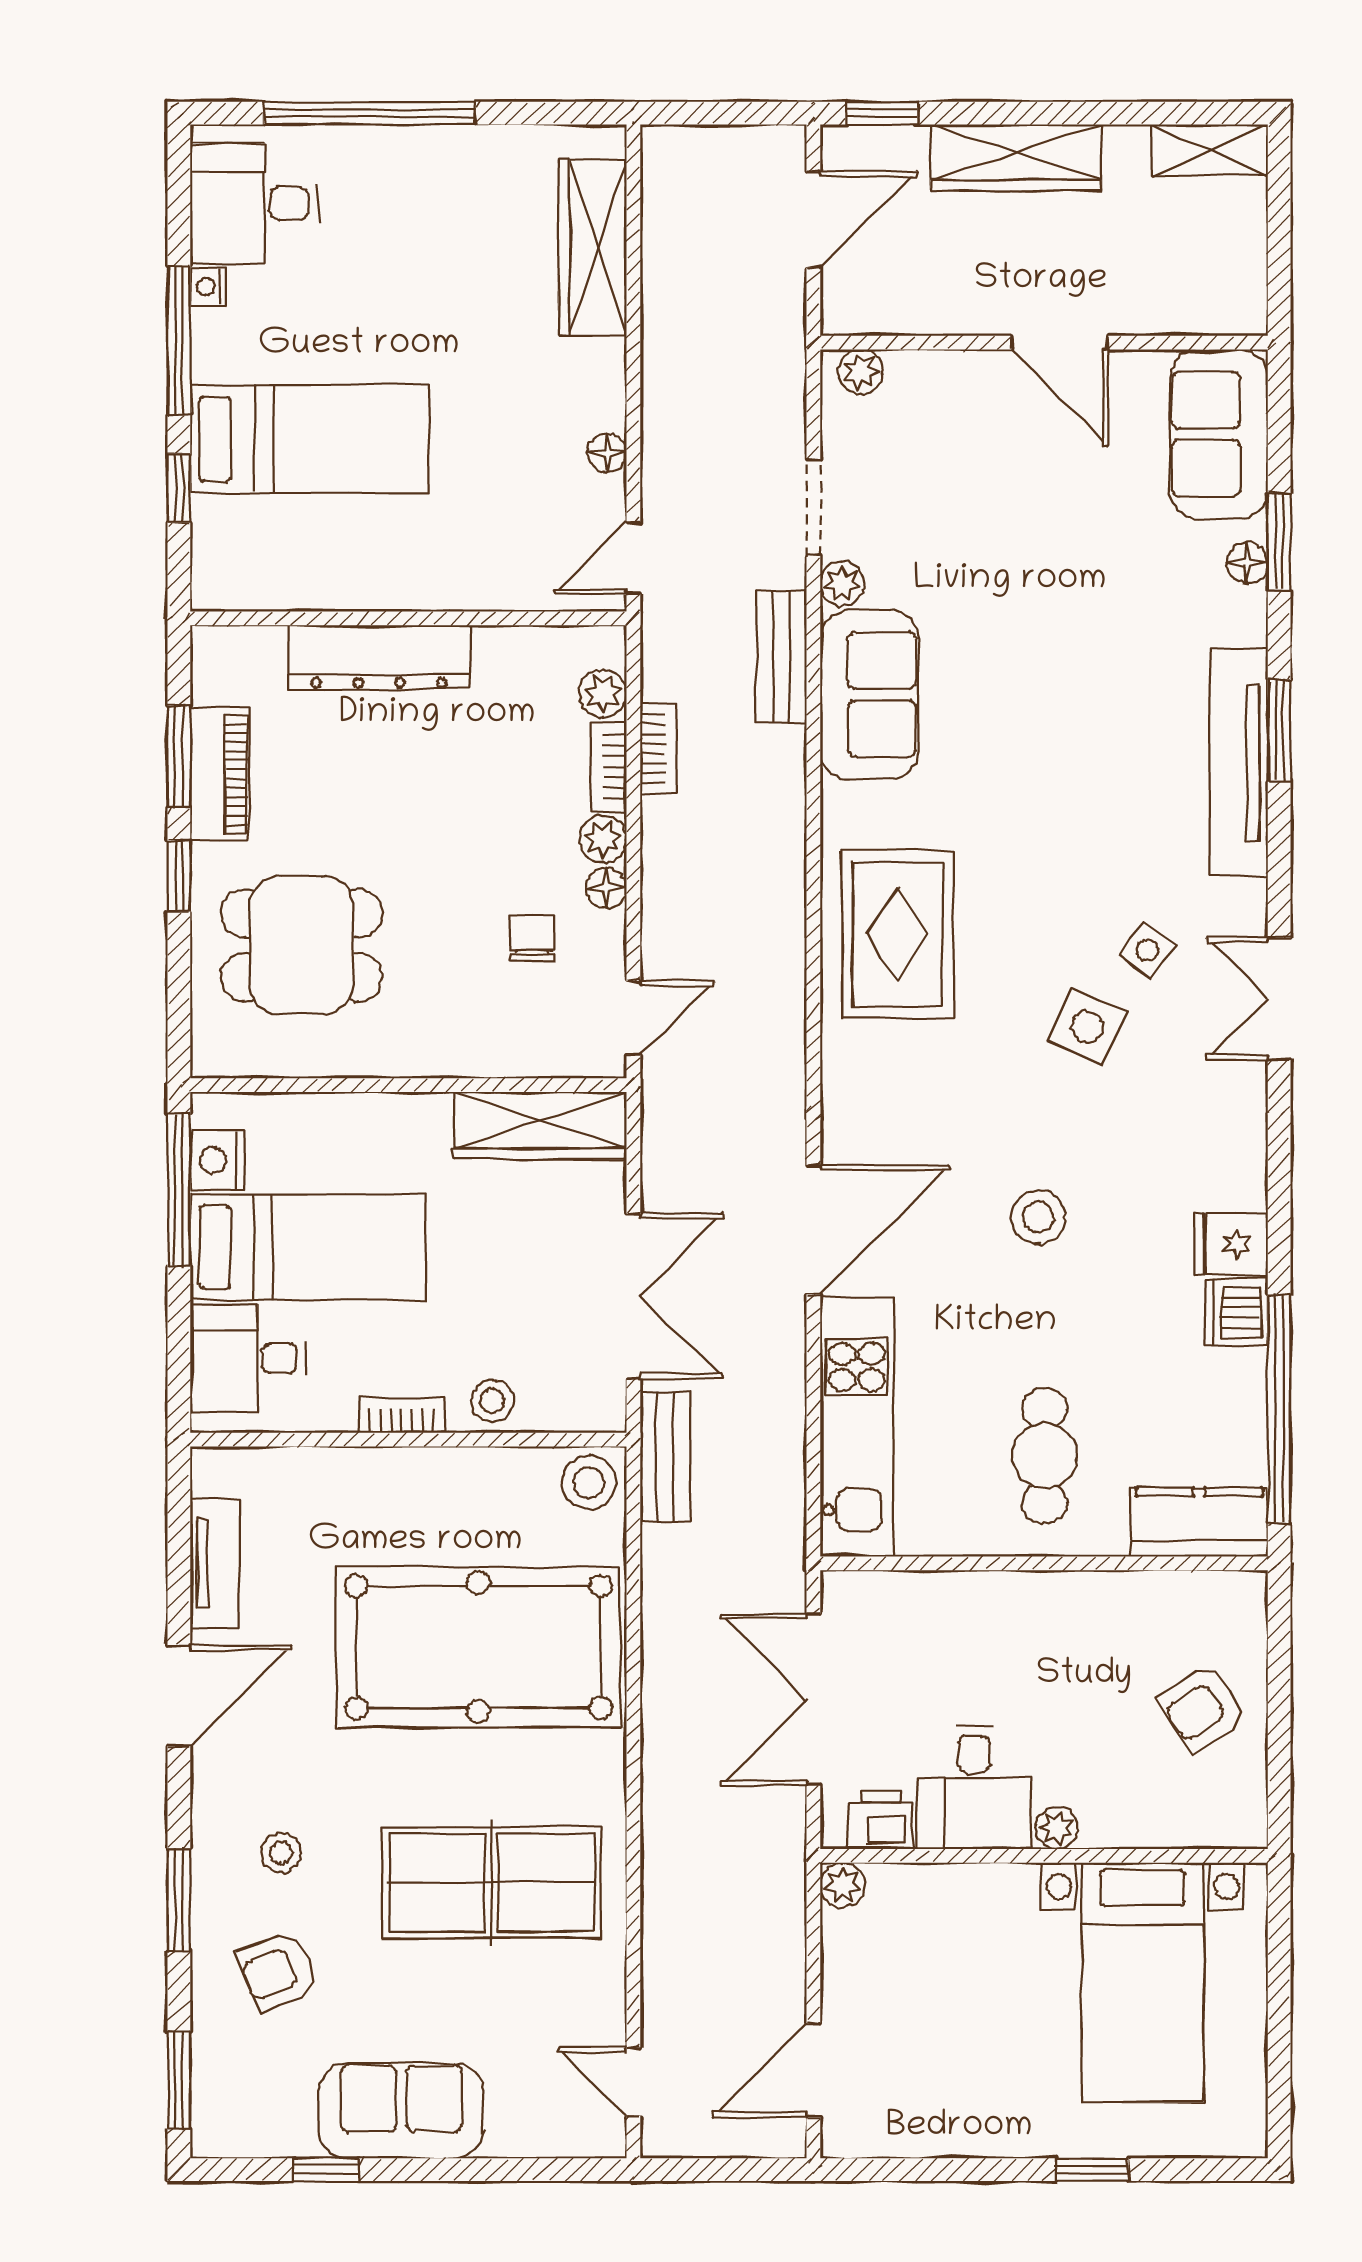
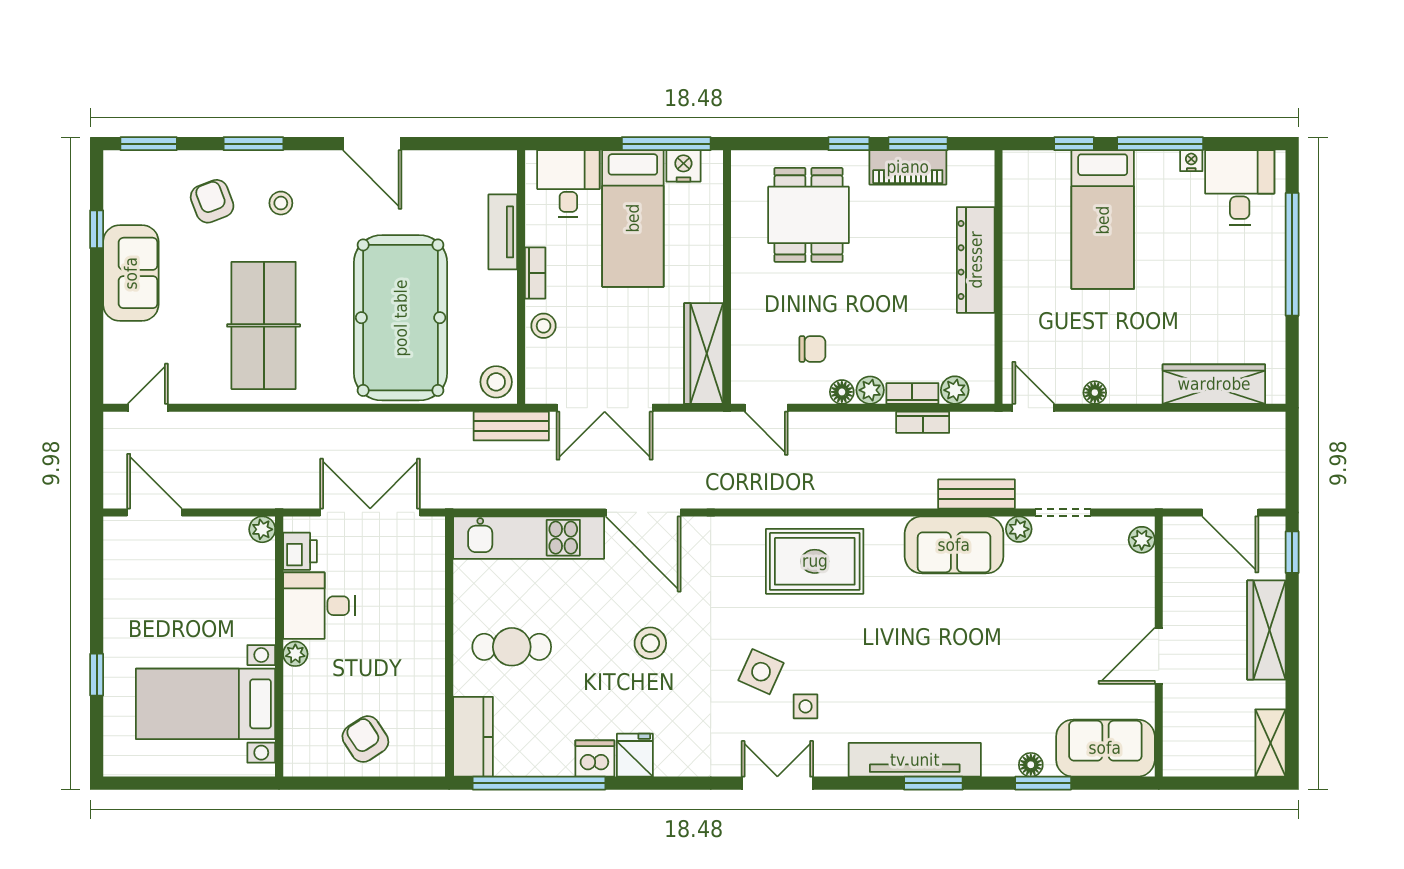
side table: (1147, 950) -> (806, 706), turned -38
tv unit: (215, 1564) -> (503, 232), moved, turned 90

